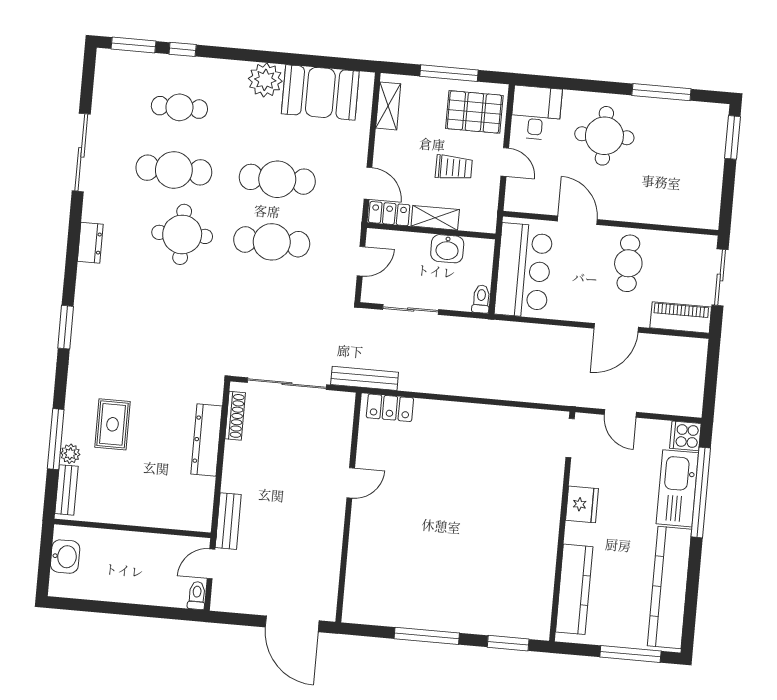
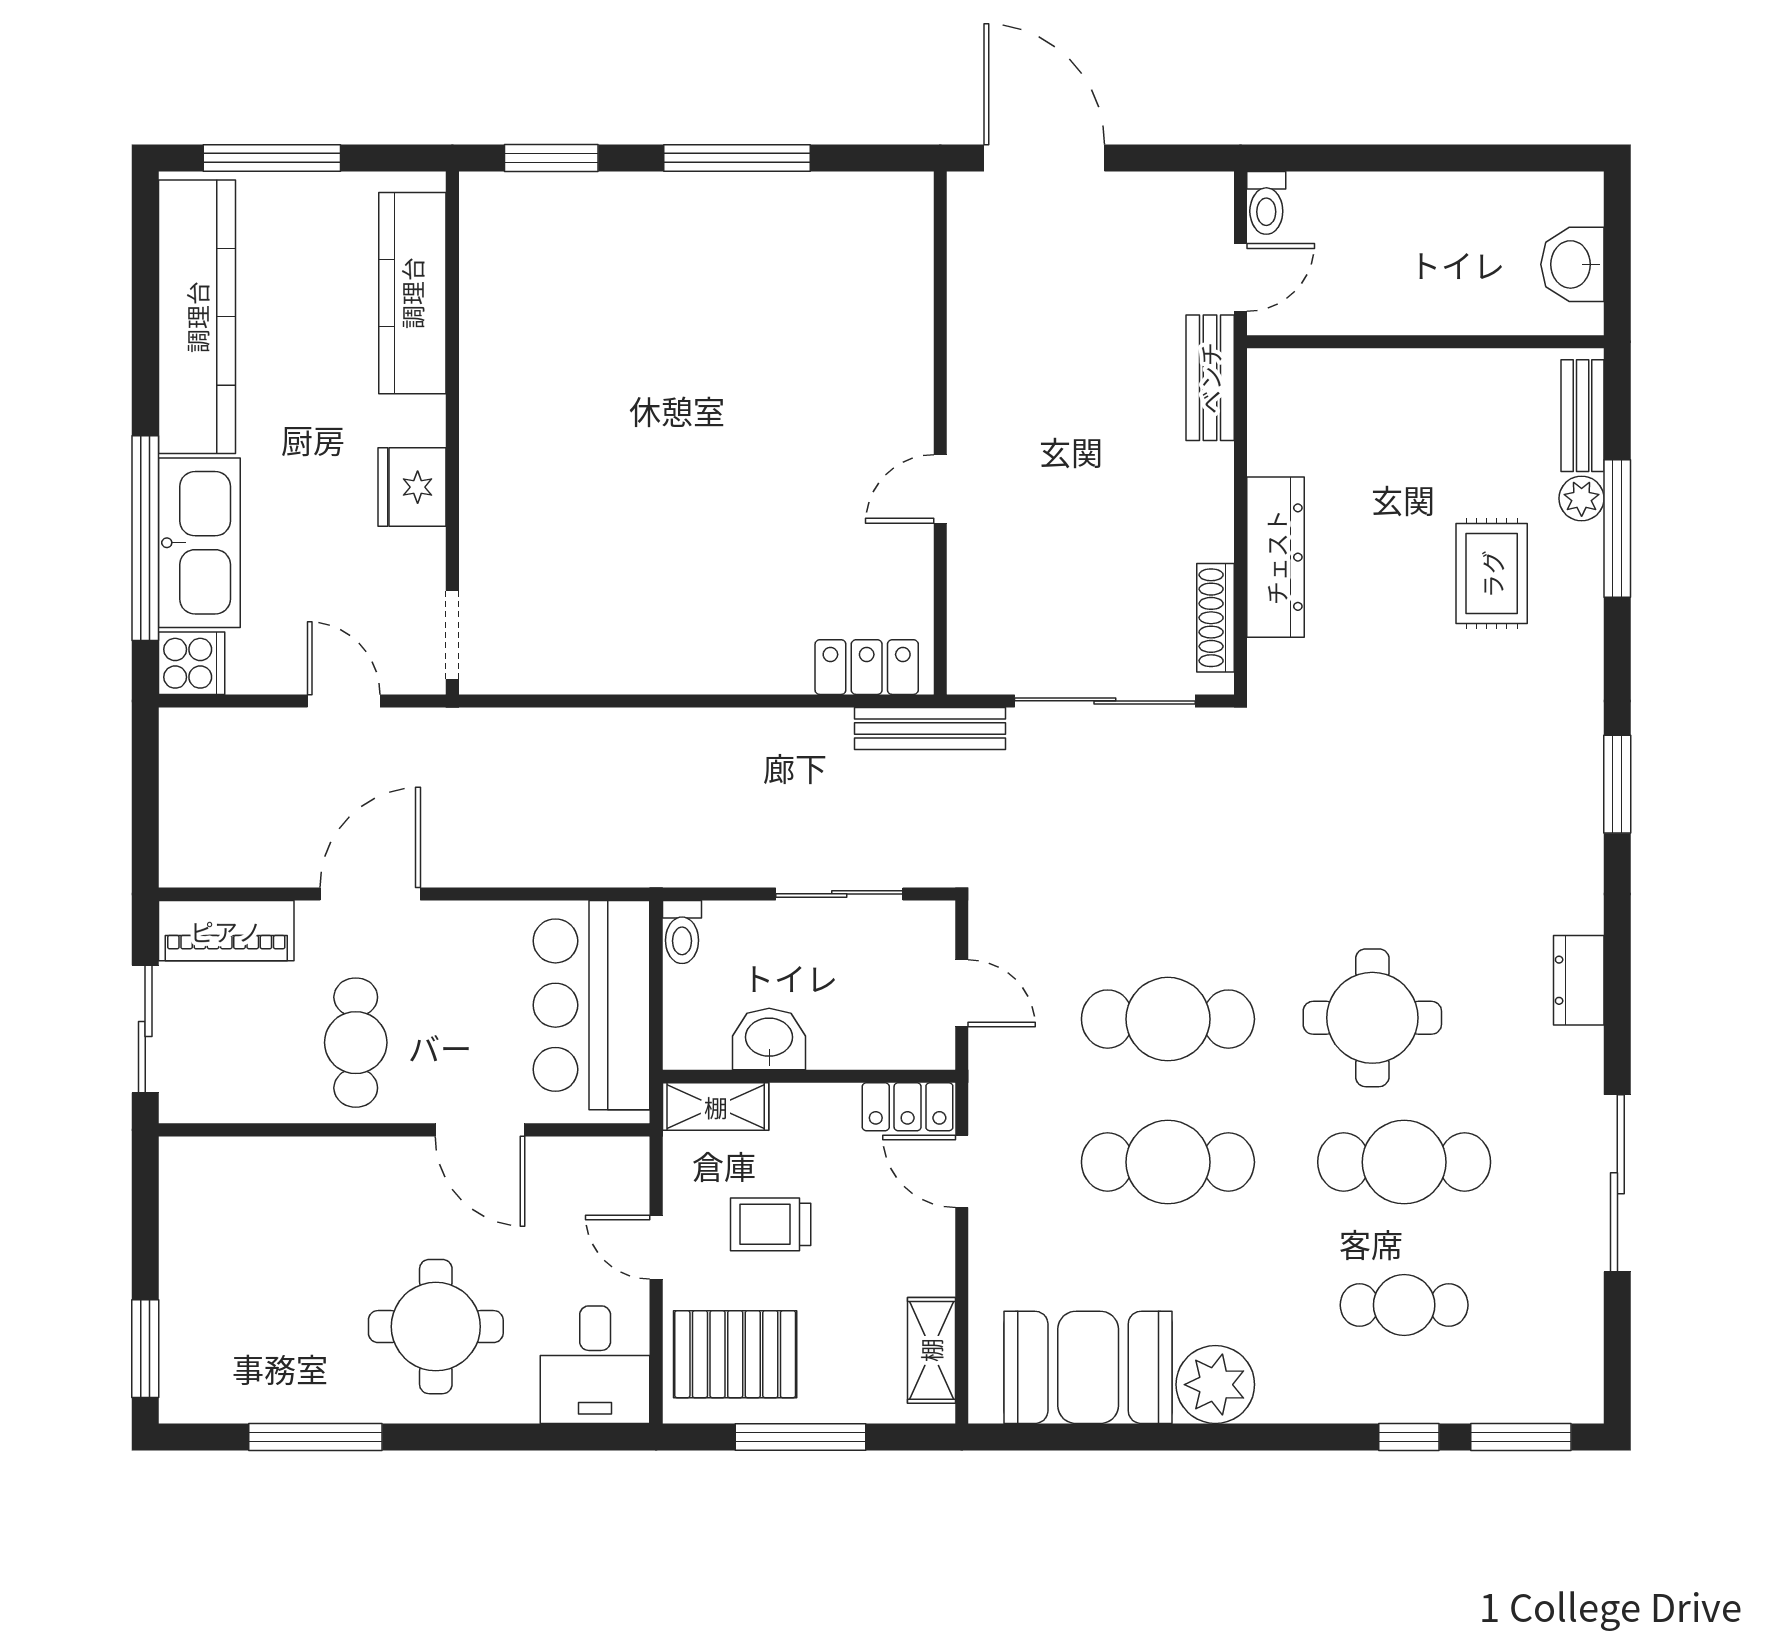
shelving: (435, 218) -> (716, 1107), moved
door: (361, 261) -> (962, 993), swing flipped

